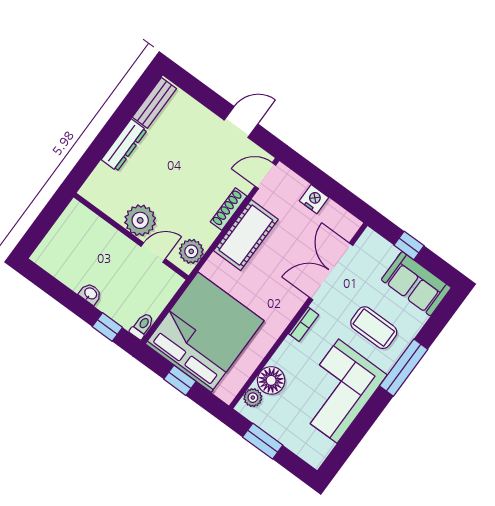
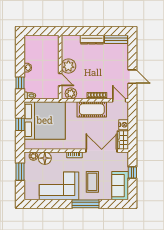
wardrobe: (340, 220) -> (123, 140), added

